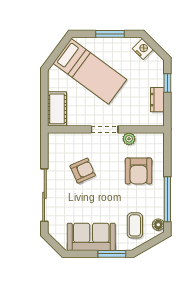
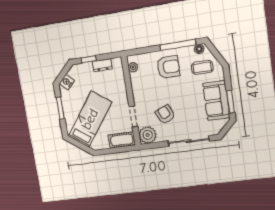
doorway: (105, 129) -> (133, 117), moved
plant: (129, 139) -> (133, 67), moved
plant: (59, 144) -> (148, 135), added
armchair: (138, 171) -> (168, 67), moved
window: (112, 254) -> (230, 102), moved

